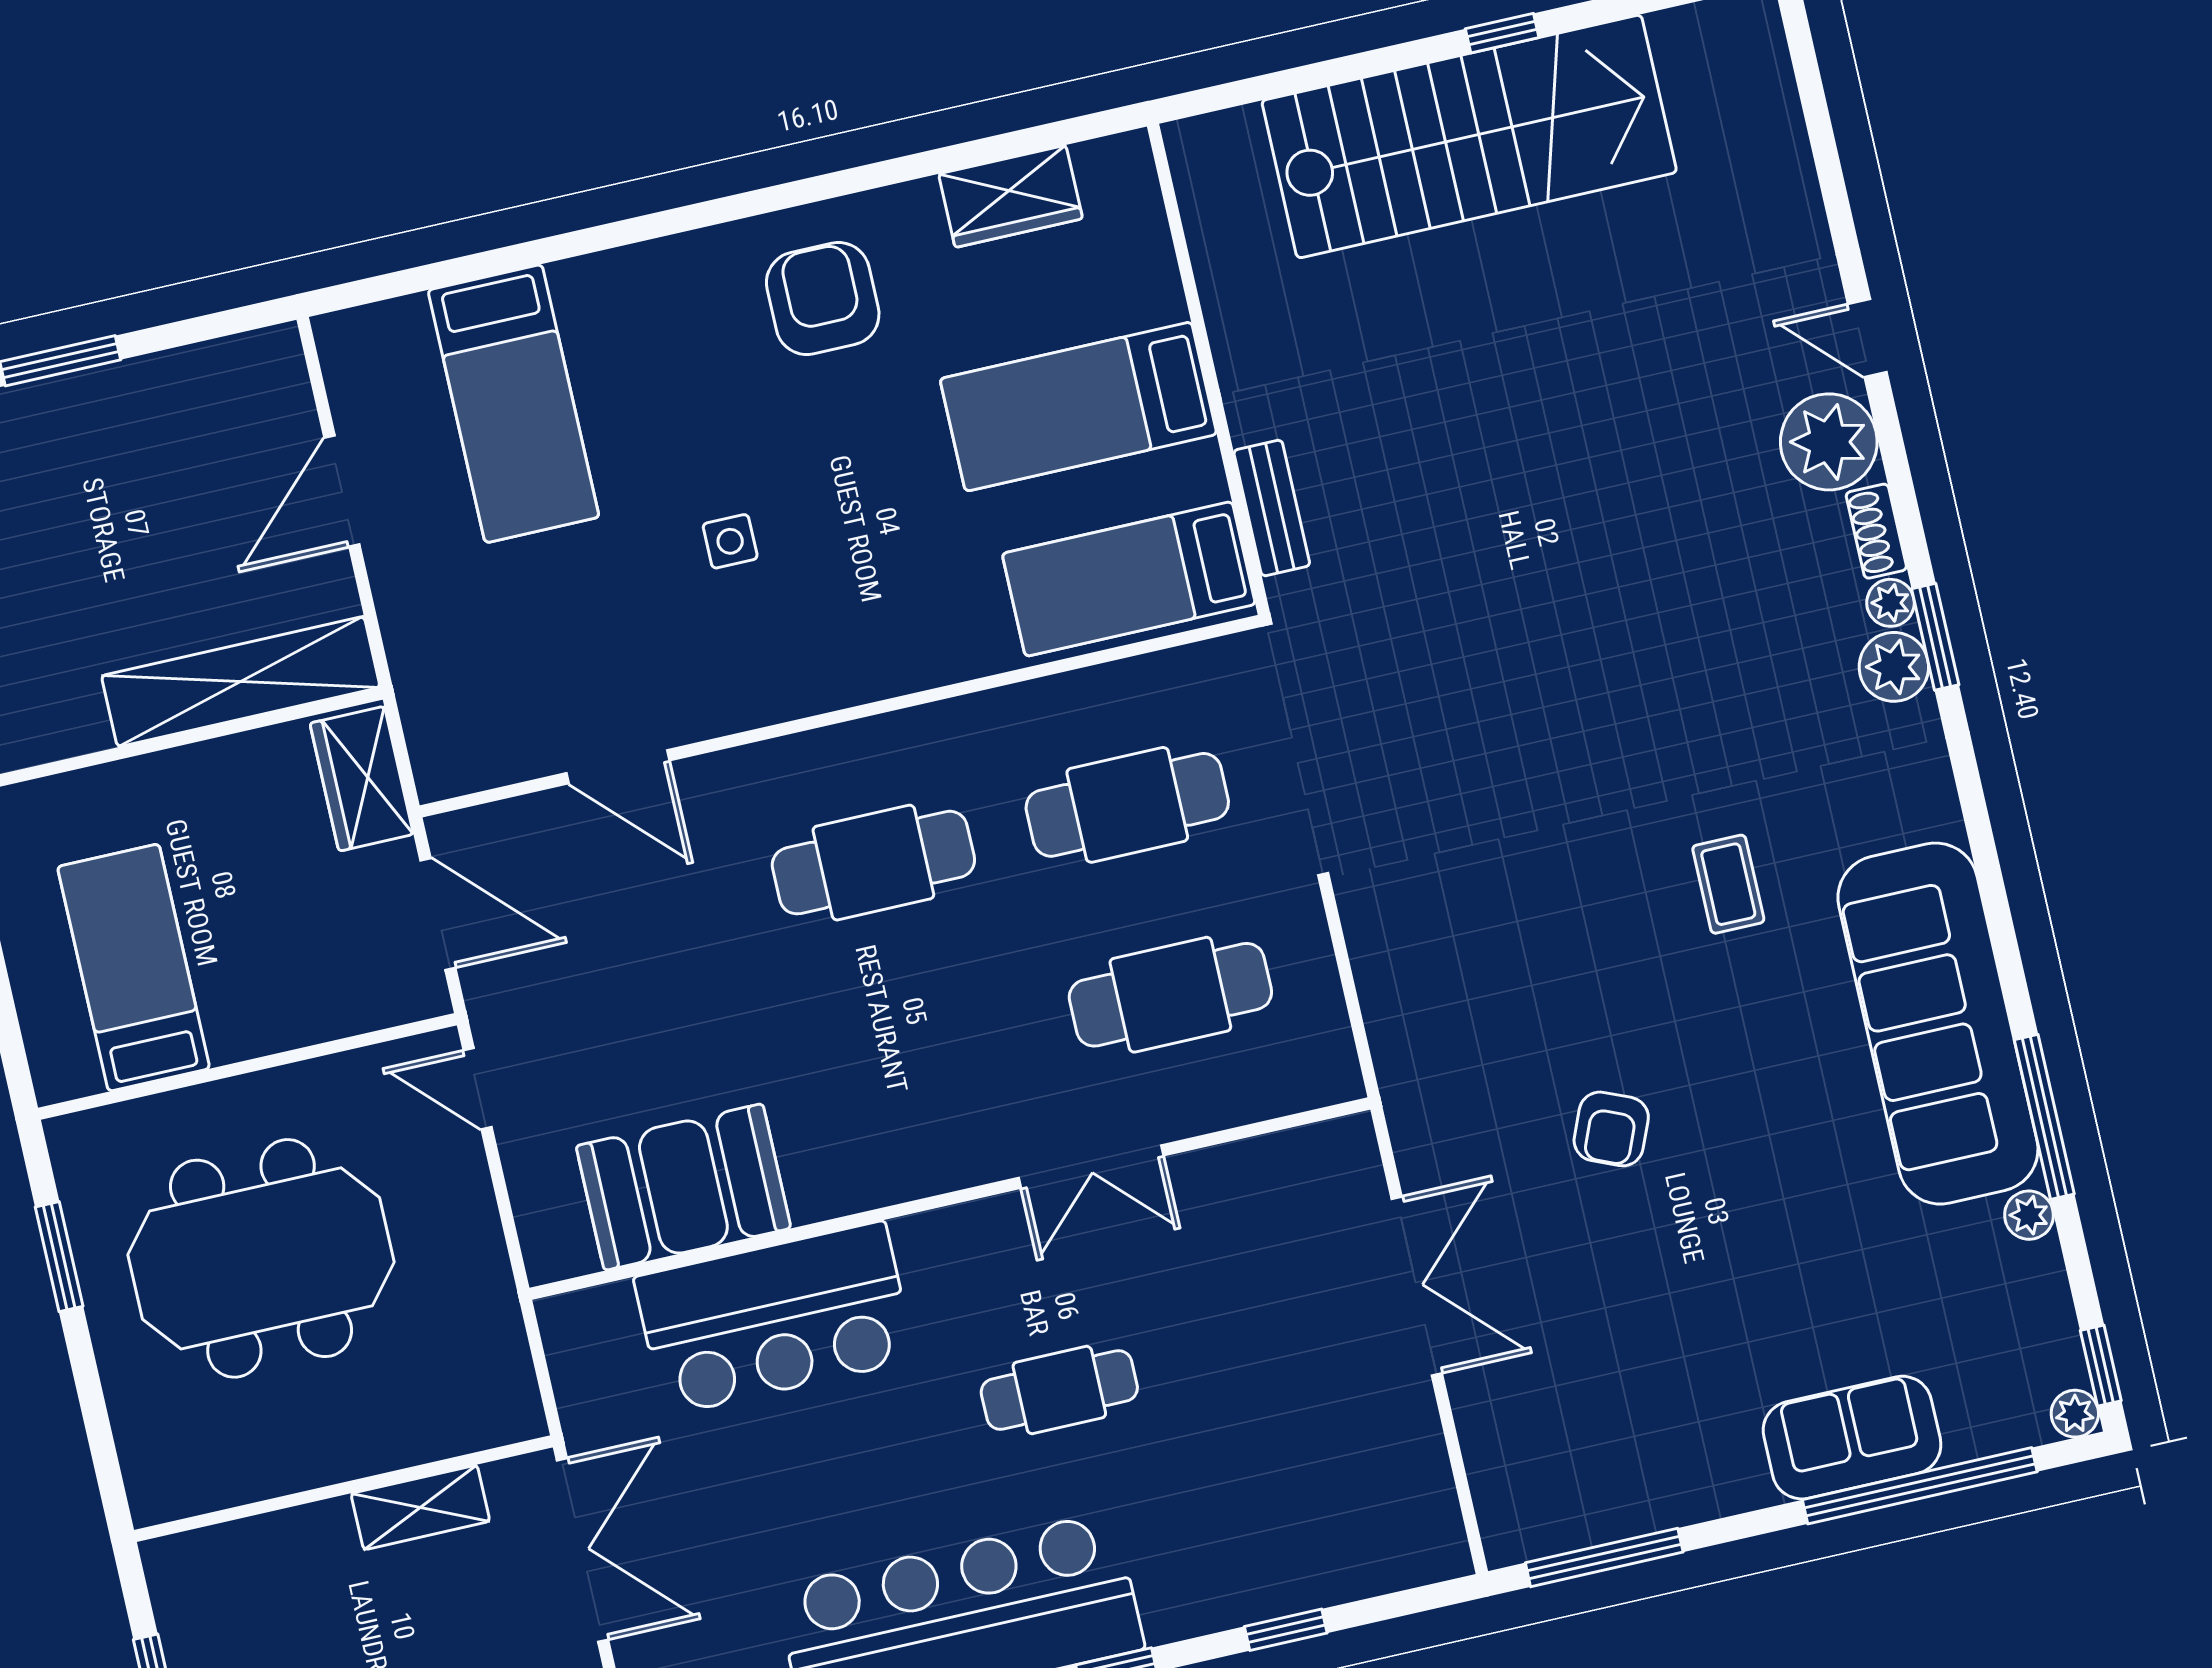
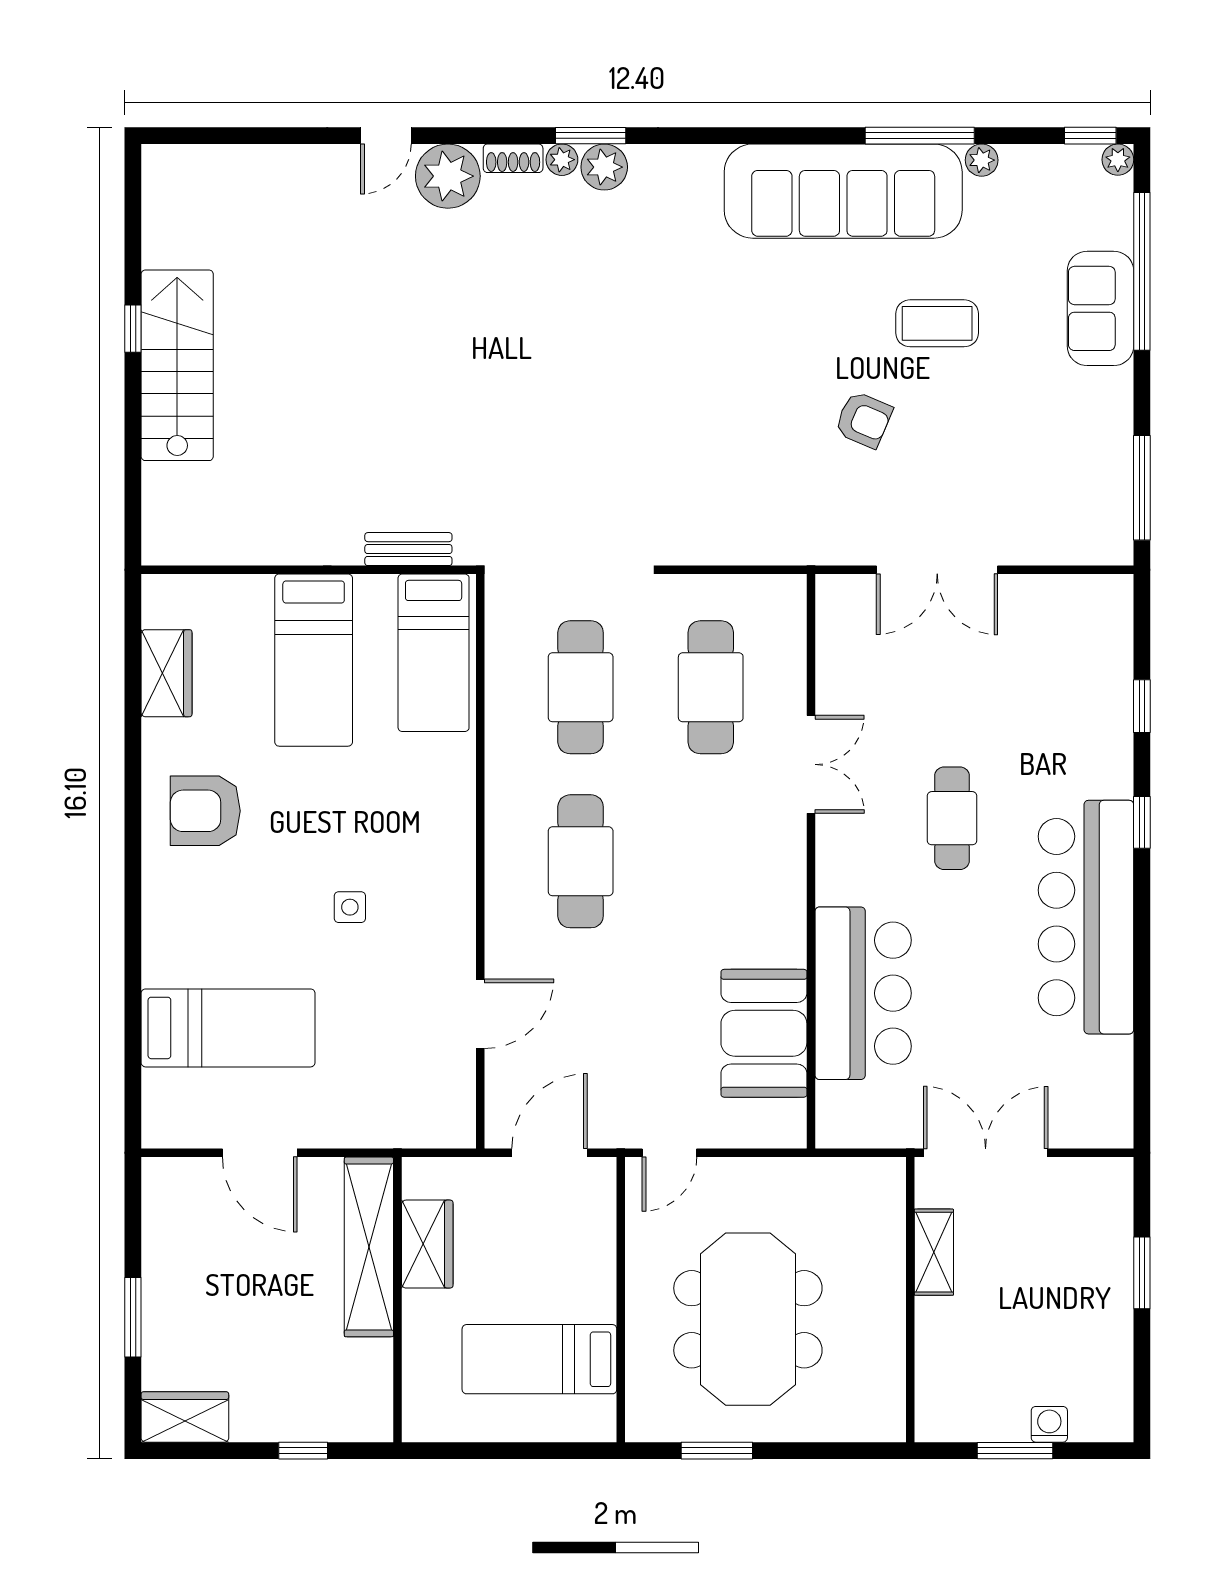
stairs: (1469, 136) -> (177, 365), width x0.73, depth x0.66
wardrobe: (362, 779) -> (427, 1244), moved, turned -90
coffee table: (1728, 884) -> (937, 323), moved, width x1.36, depth x1.30
double door: (1417, 1286) -> (937, 570), swing flipped

